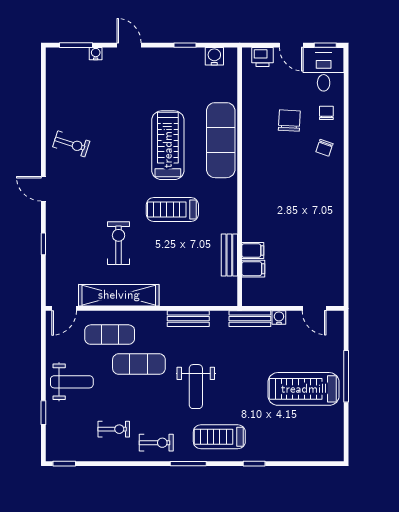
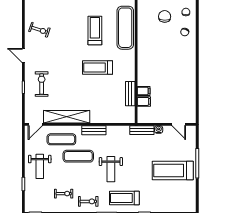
treadmill: (168, 145) -> (95, 31), width x0.73, depth x0.73
exercise bike: (119, 243) -> (42, 84), moved
bench: (188, 319) -> (94, 130), moved
weight bench: (72, 382) -> (40, 166), turned 90

